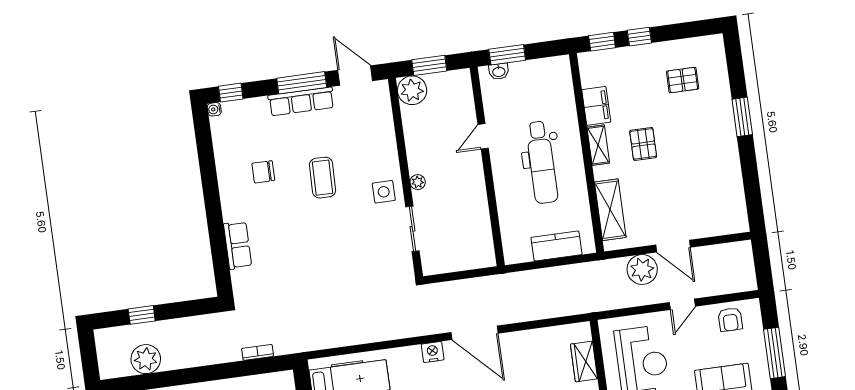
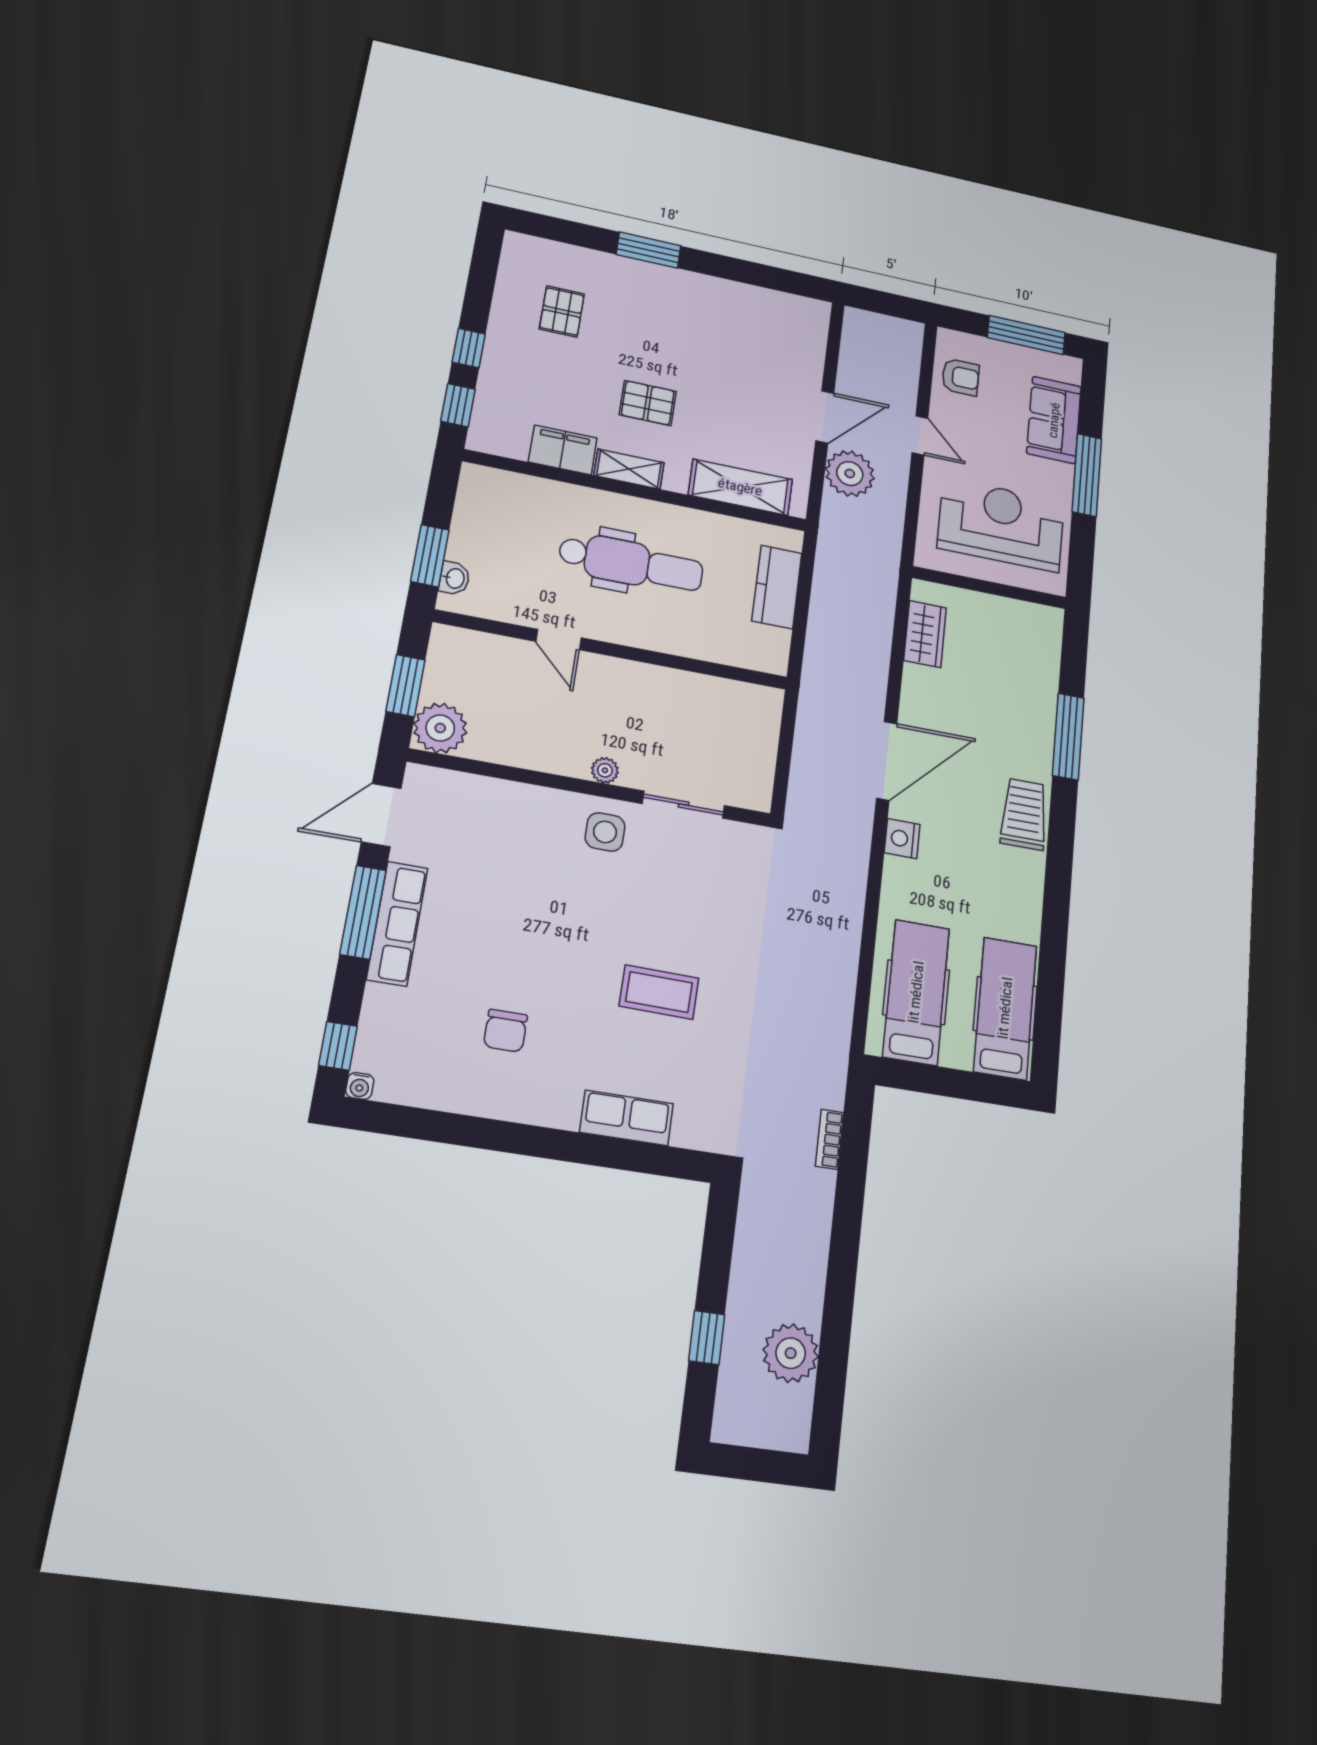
coffee table: (323, 178) -> (659, 992), moved
wardrobe: (584, 361) -> (925, 634), moved, turned -90

